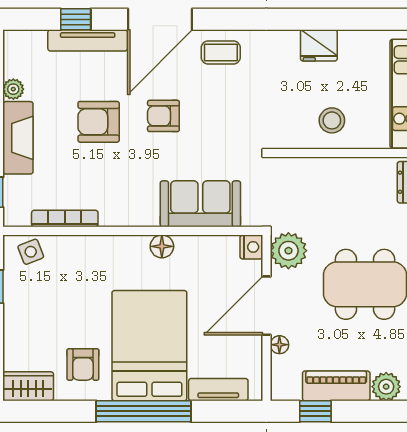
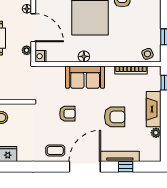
armchair: (163, 116) -> (67, 114), moved
sofa: (200, 204) -> (85, 77), moved
plant: (288, 251) -> (27, 50), width x0.53, depth x0.53
door: (266, 306) -> (33, 28), hinge flipped

